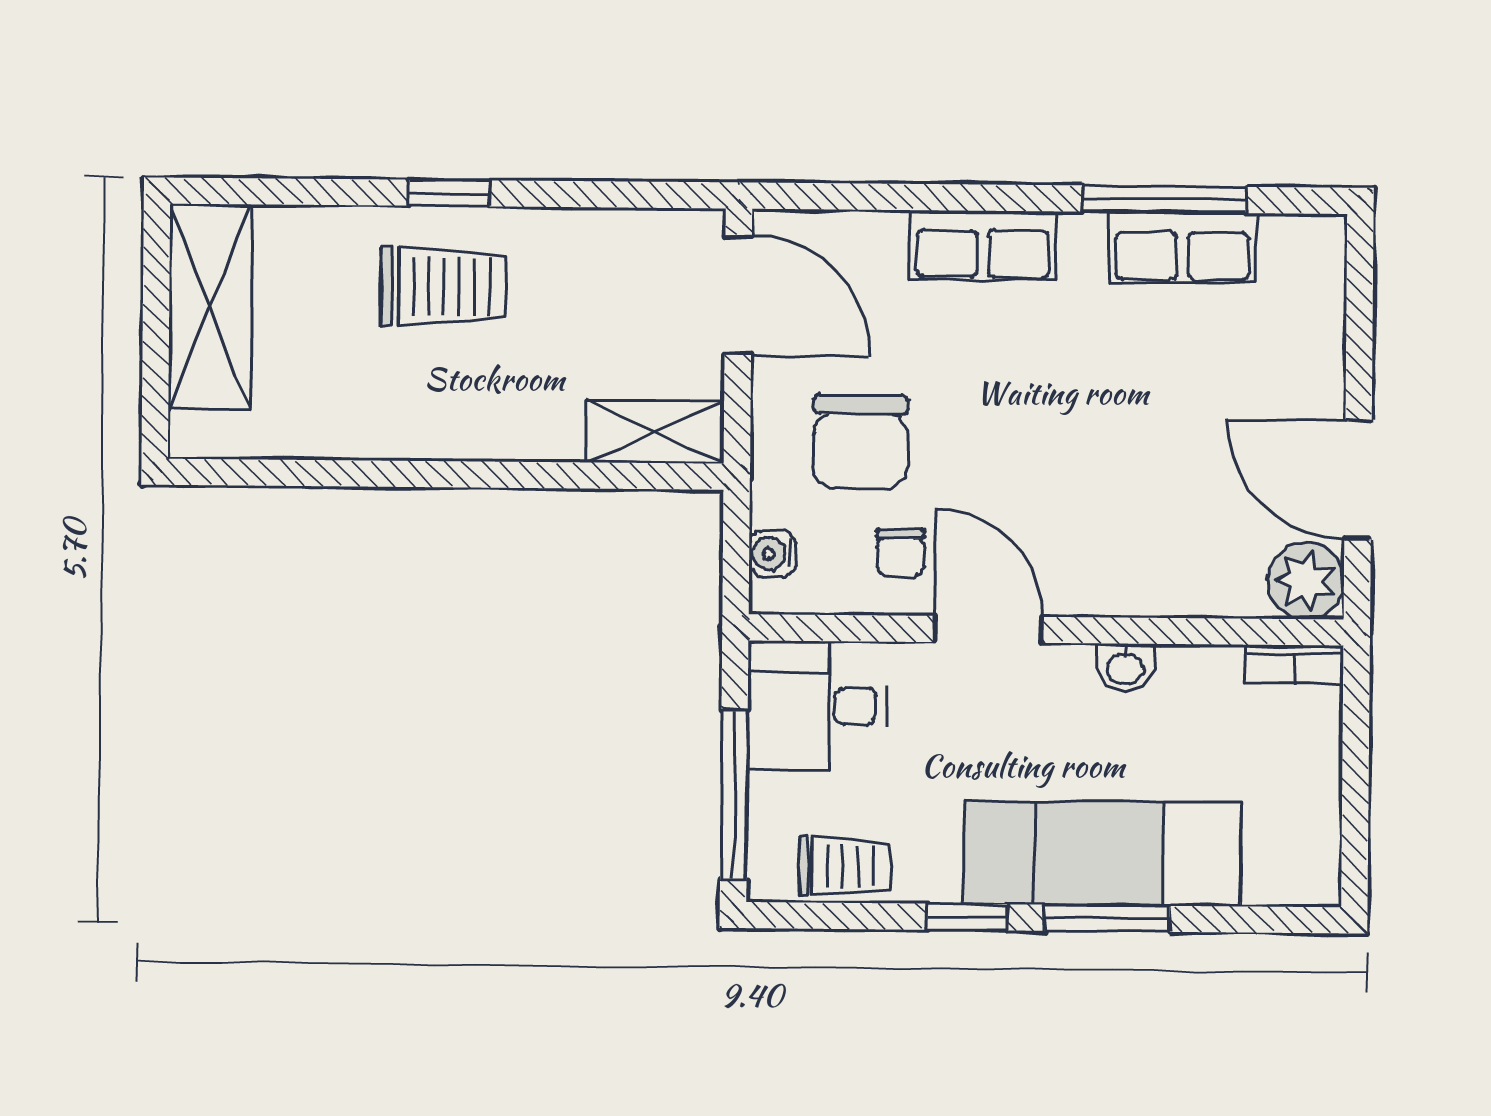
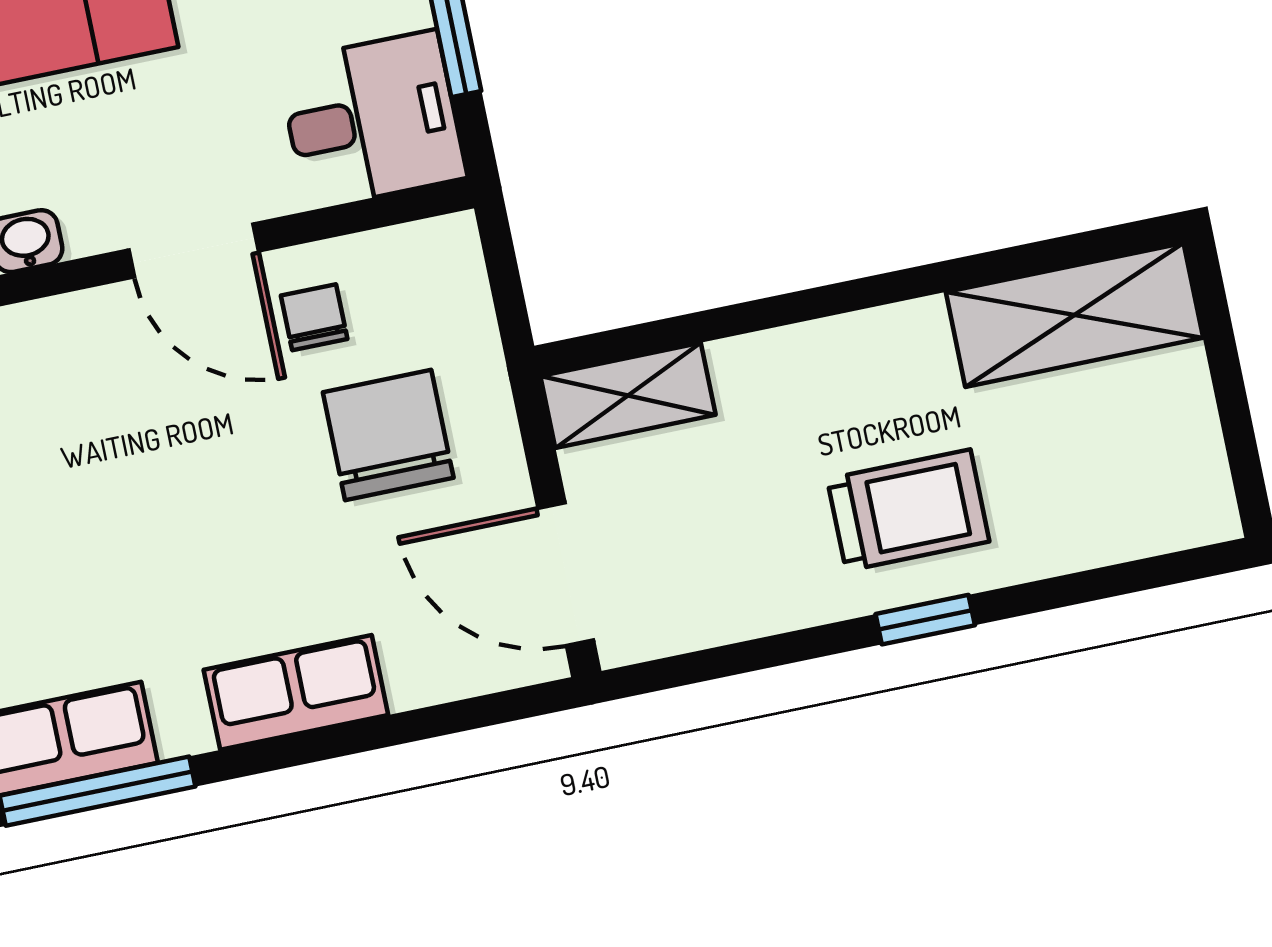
trolley: (443, 287) -> (908, 510), turned 180
shelving: (210, 307) -> (1074, 315), moved, turned 90
water cooler: (772, 554) -> (462, 284), removed

